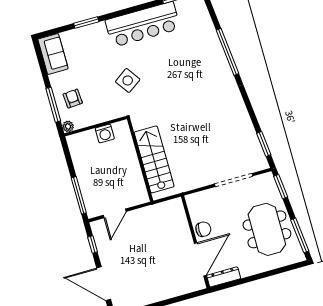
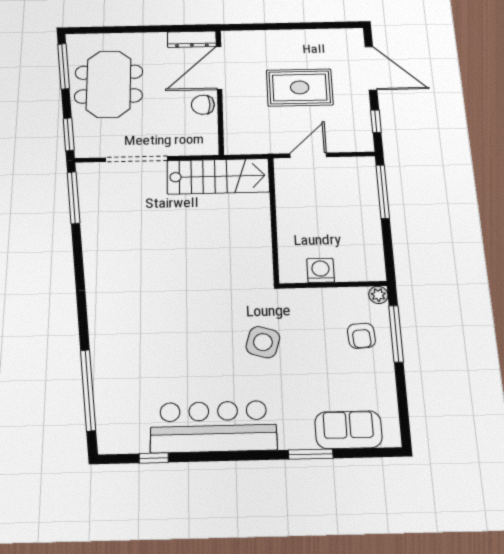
window: (227, 52) -> (88, 390), moved
sofa: (53, 54) -> (348, 430), moved, turned 90
side table: (128, 80) -> (263, 342), turned -38
window: (264, 144) -> (73, 198), width x1.44
stairs: (154, 159) -> (218, 176), moved, turned -90
door: (115, 213) -> (308, 155), moved
rug: (146, 258) -> (300, 87), added

